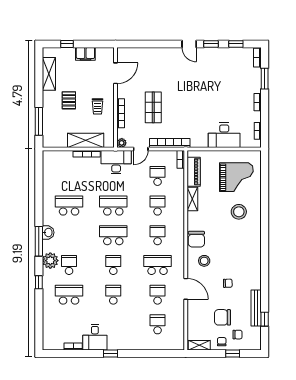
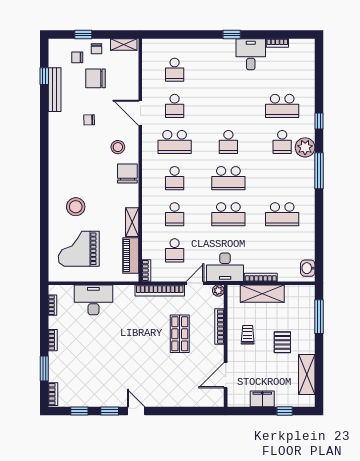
washbasin: (48, 232) -> (308, 268), moved
school desk: (113, 295) -> (228, 106), removed
chair: (223, 317) -> (96, 78), turned 180

